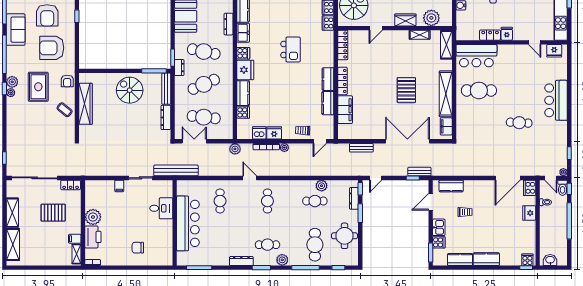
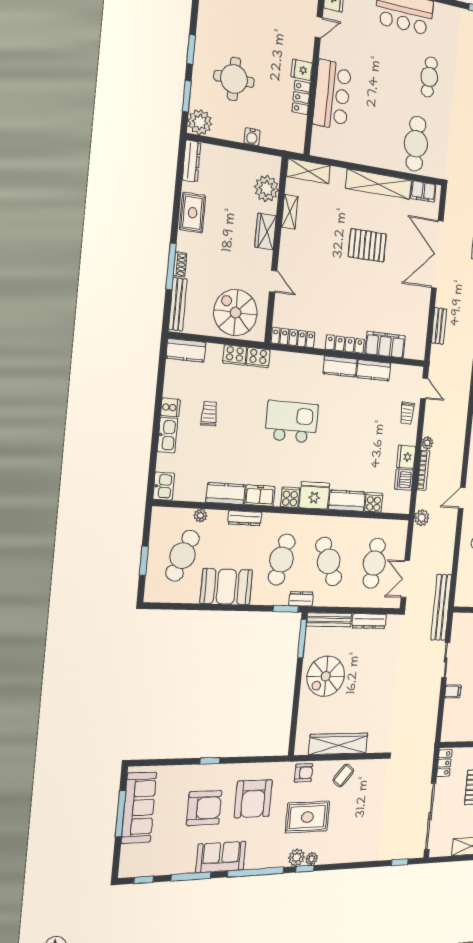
kitchen island: (290, 50) -> (292, 422), width x1.37, depth x1.28
bar counter: (476, 56) -> (332, 95), moved
cafe table: (479, 90) -> (416, 144), moved

